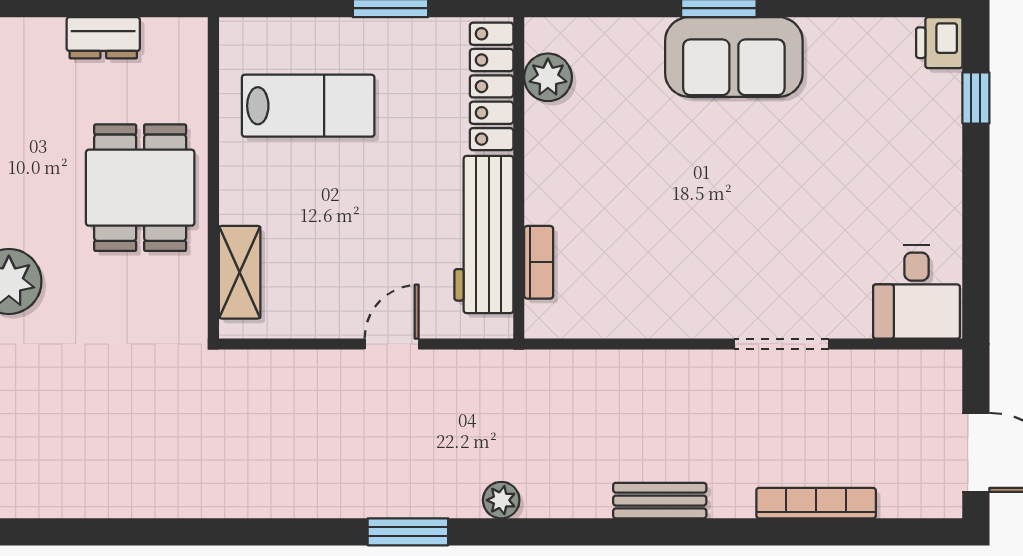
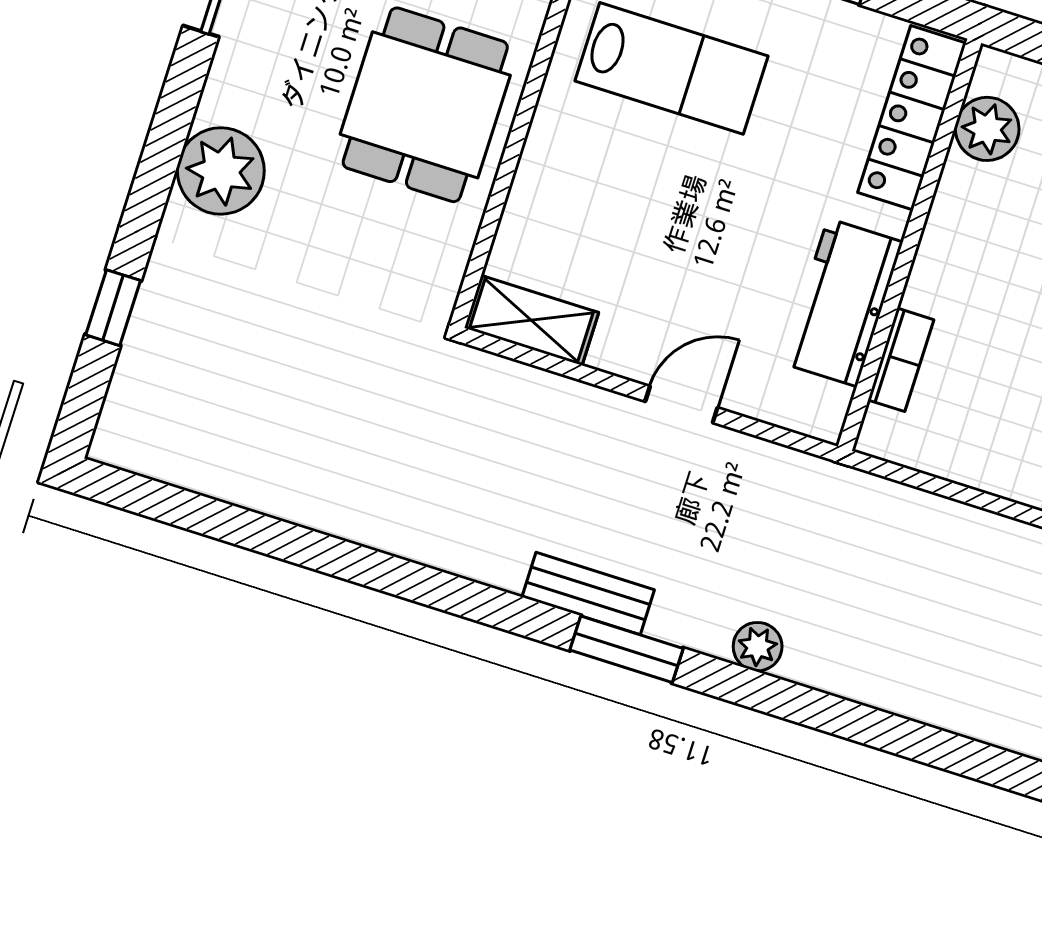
workbench: (484, 235) -> (842, 303), width x0.73
shelving: (240, 272) -> (531, 320), moved, turned 90
bench: (660, 501) -> (588, 593), moved

